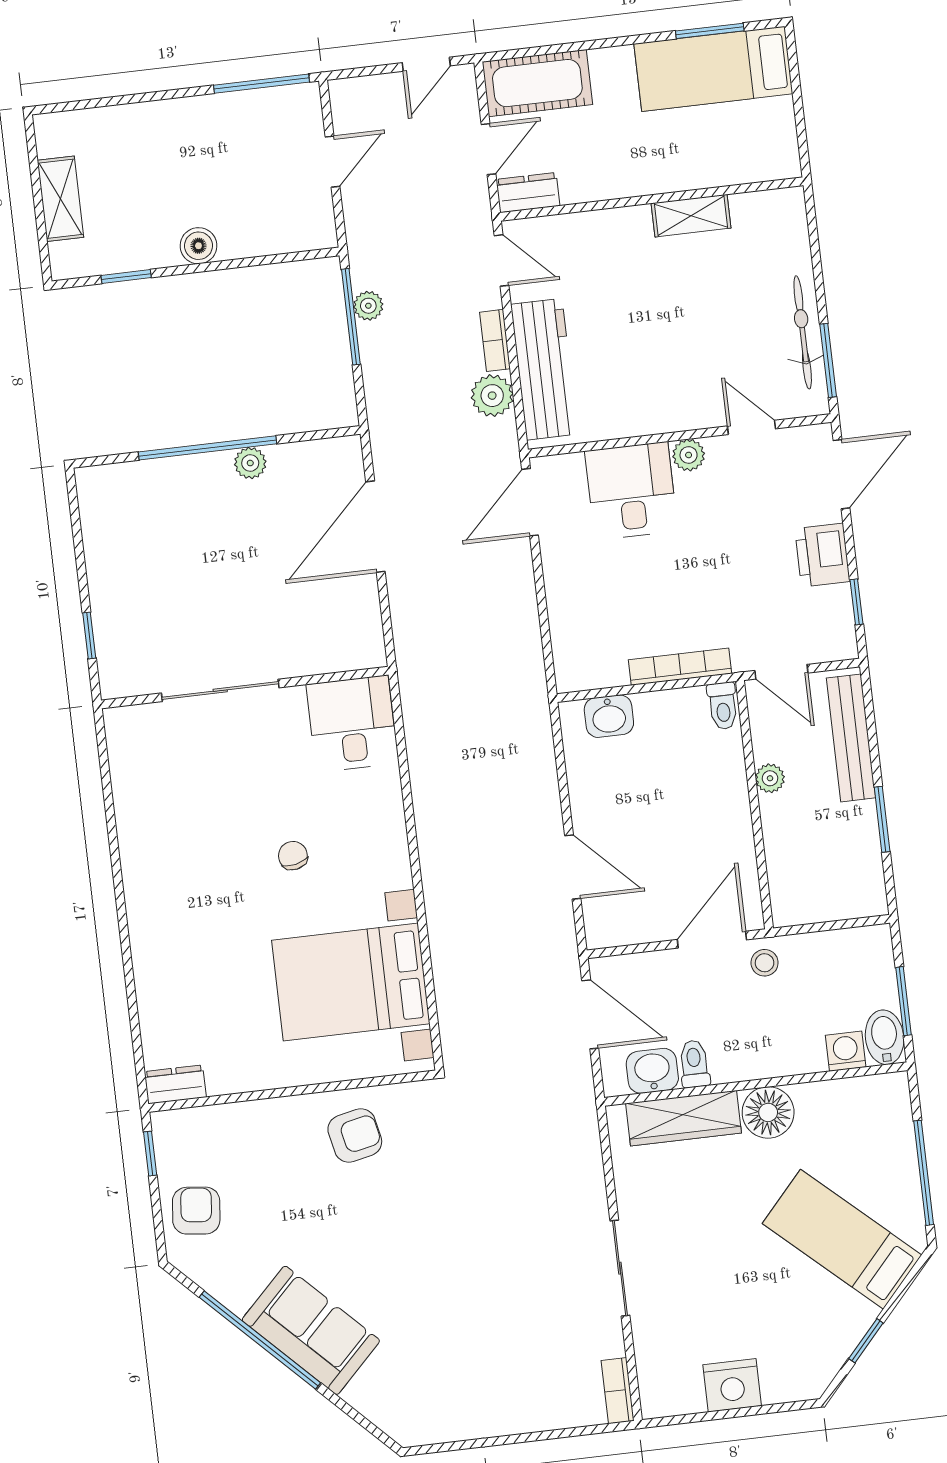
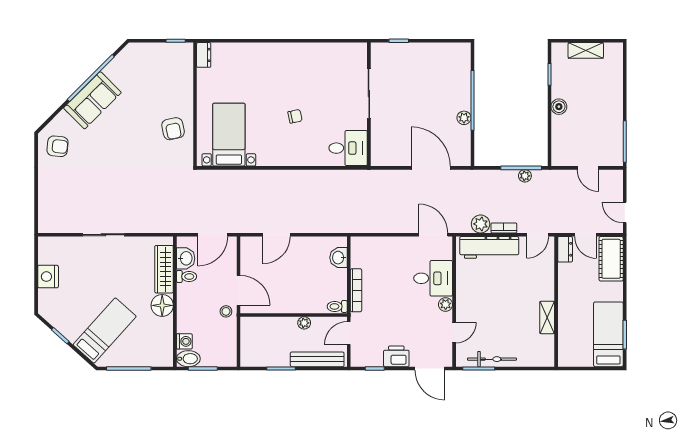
bed with nightstands: (351, 982) -> (229, 135), width x0.73
armchair: (196, 1211) -> (57, 146), moved
bookcase: (618, 1391) -> (51, 228), removed

